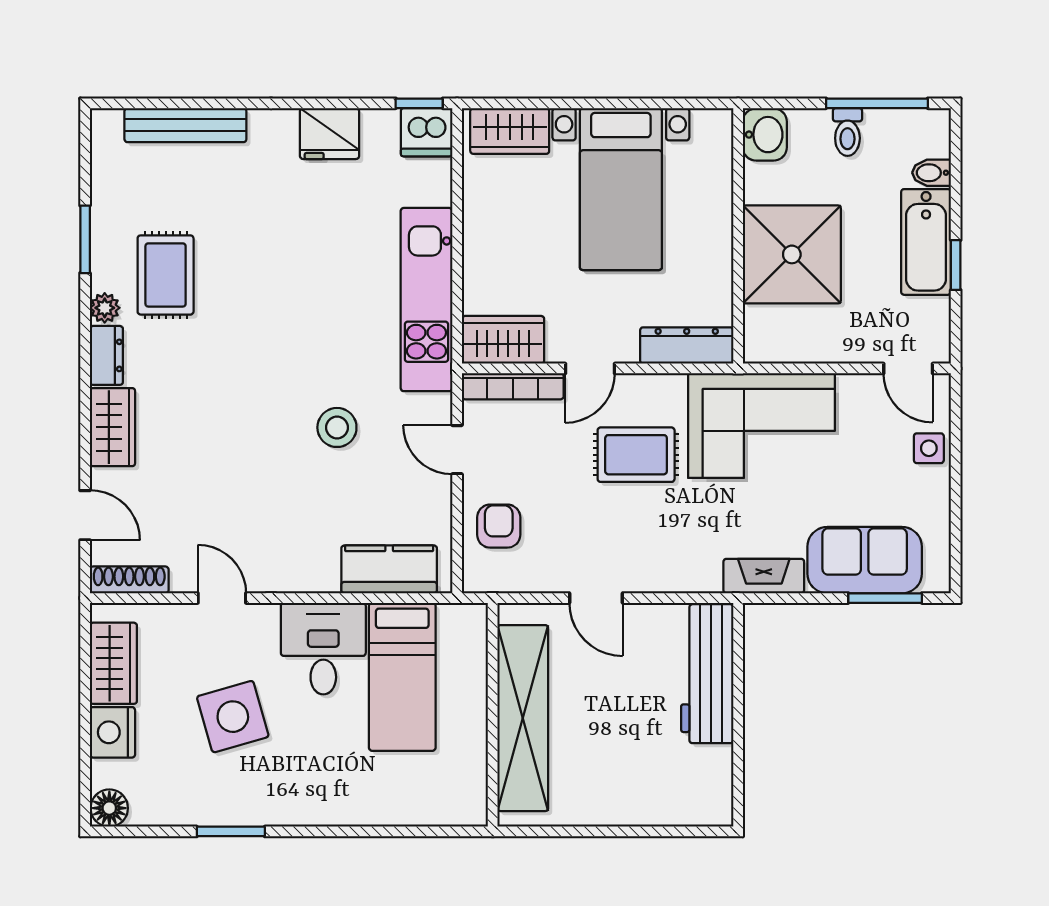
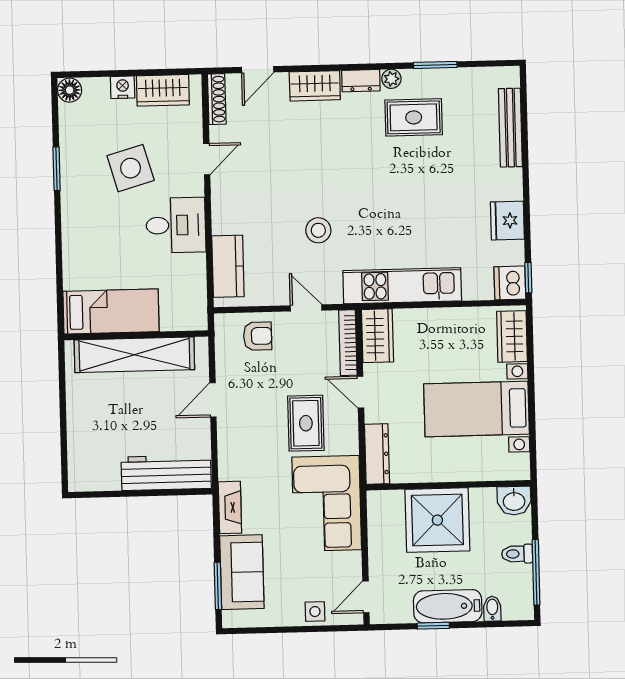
door: (457, 450) -> (306, 308), hinge flipped
bed: (402, 677) -> (111, 311), moved, turned 180
nightstand: (112, 732) -> (123, 87), width x0.74, depth x0.75

